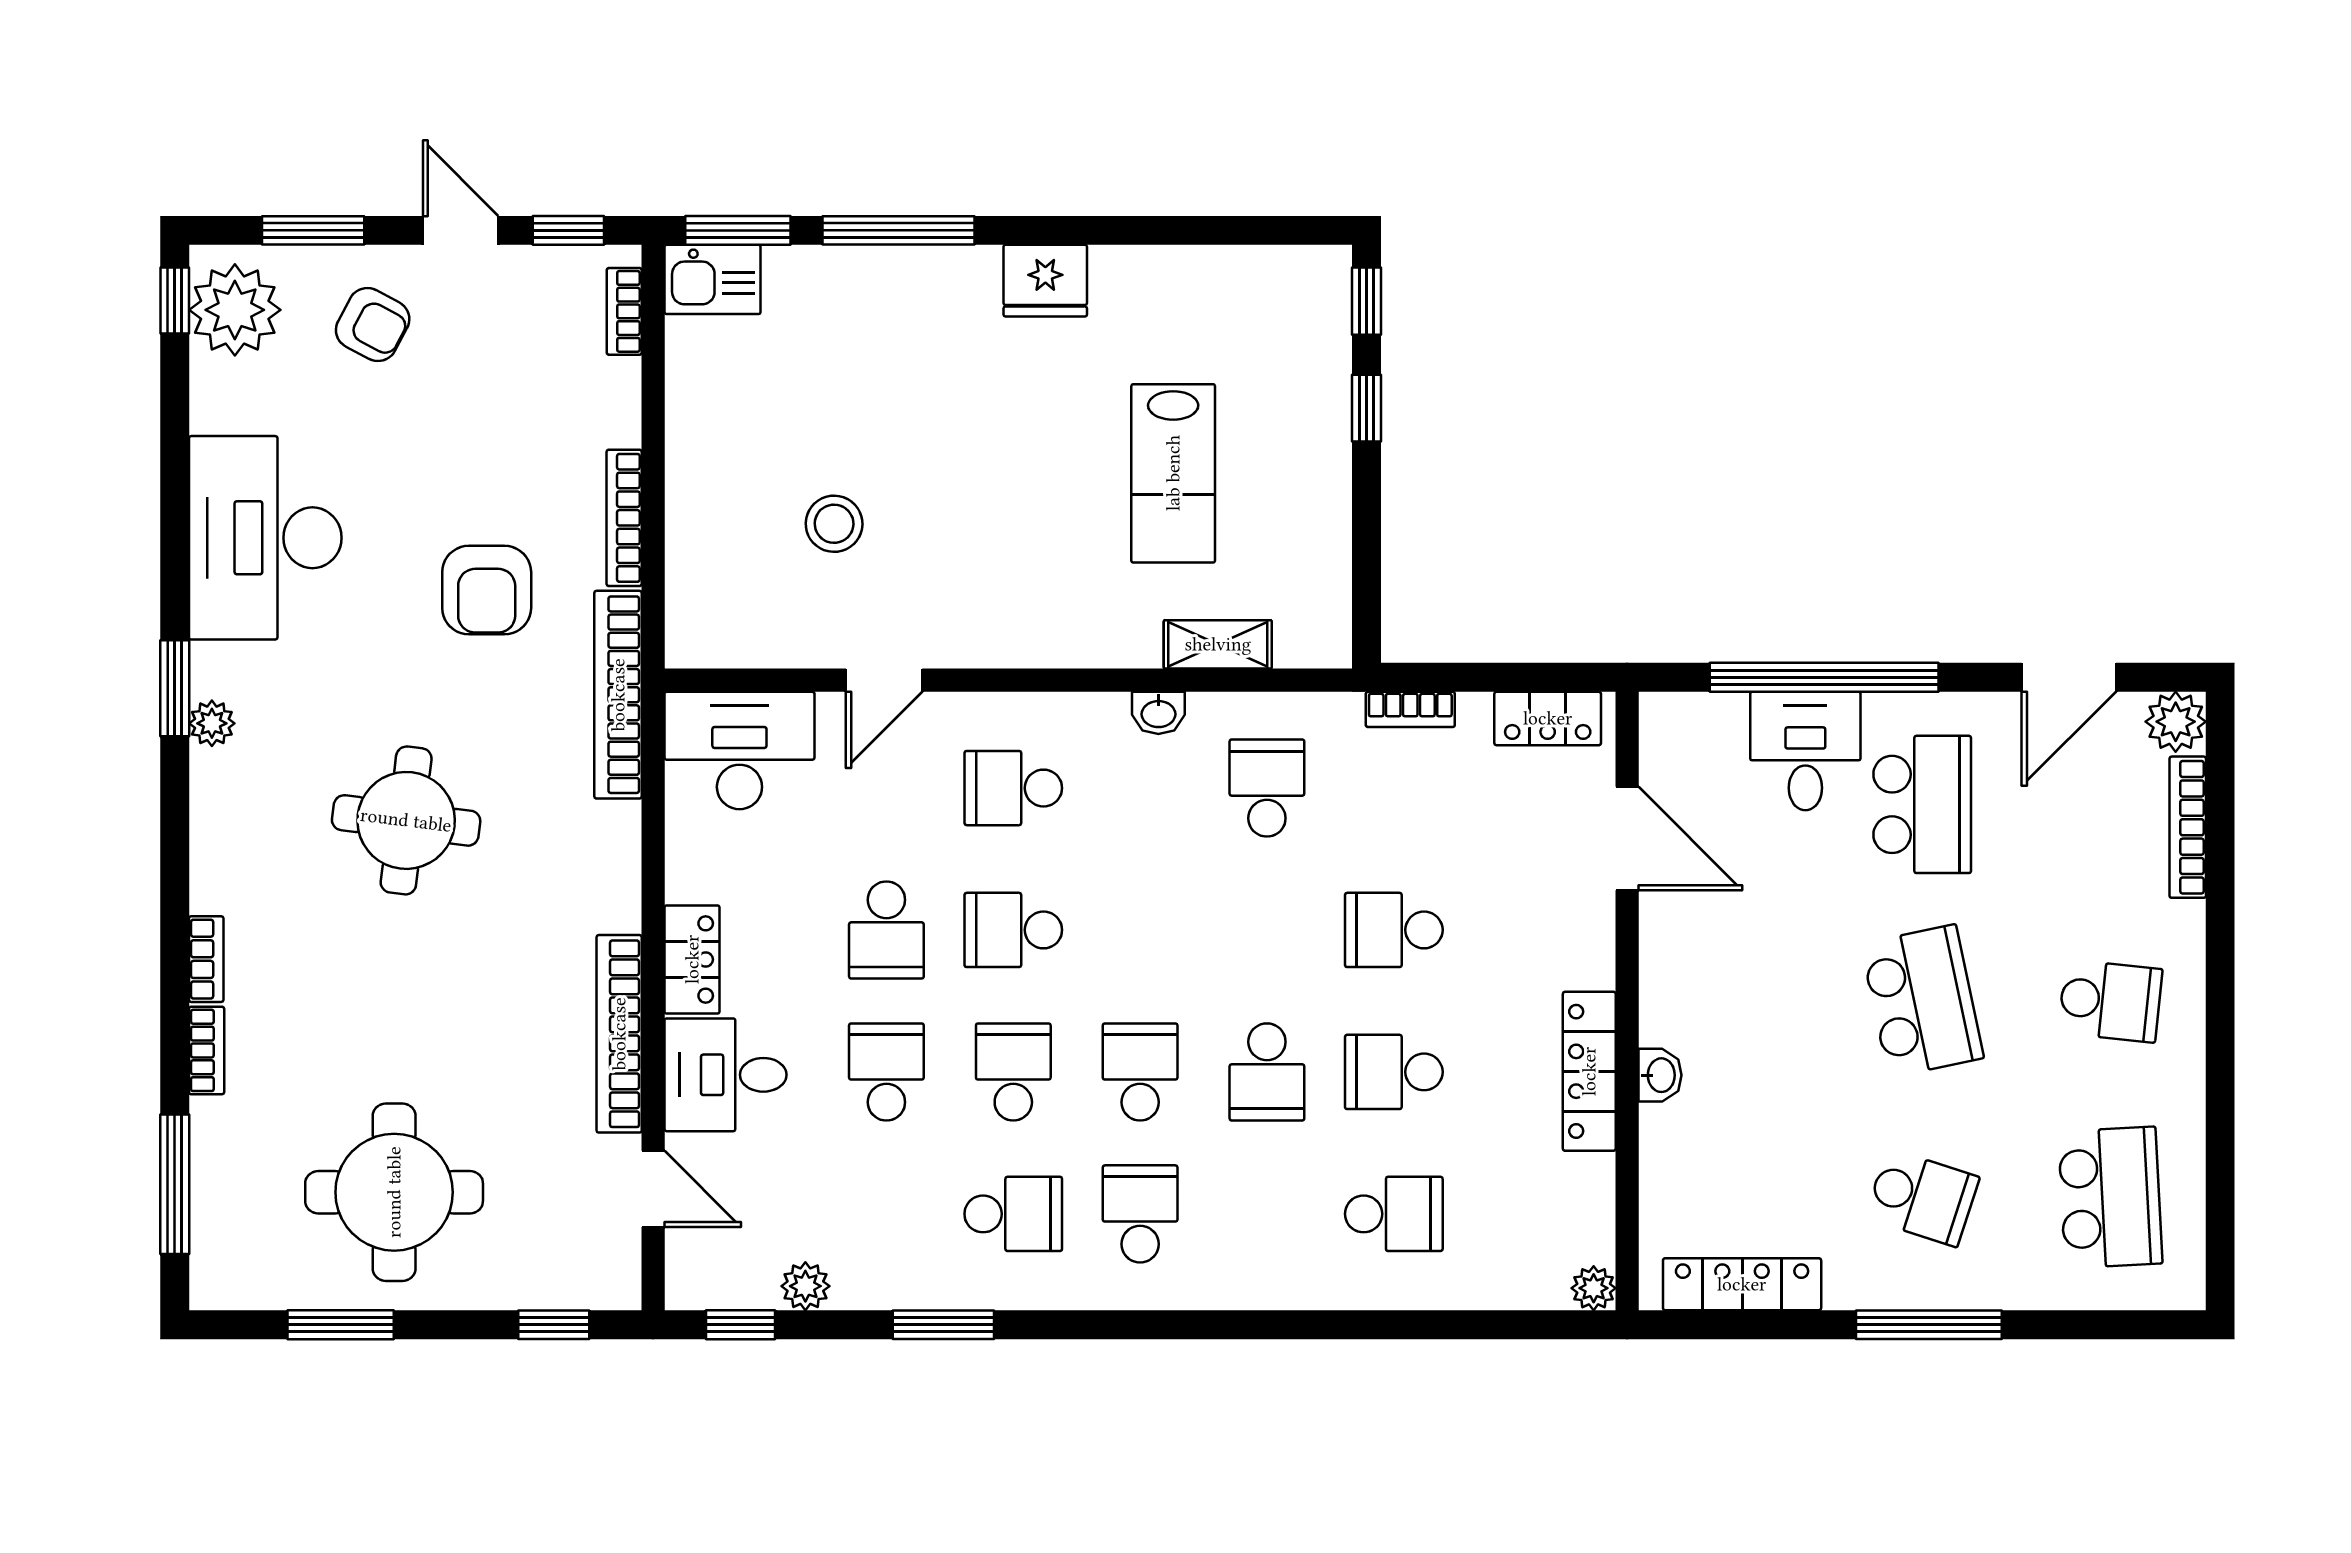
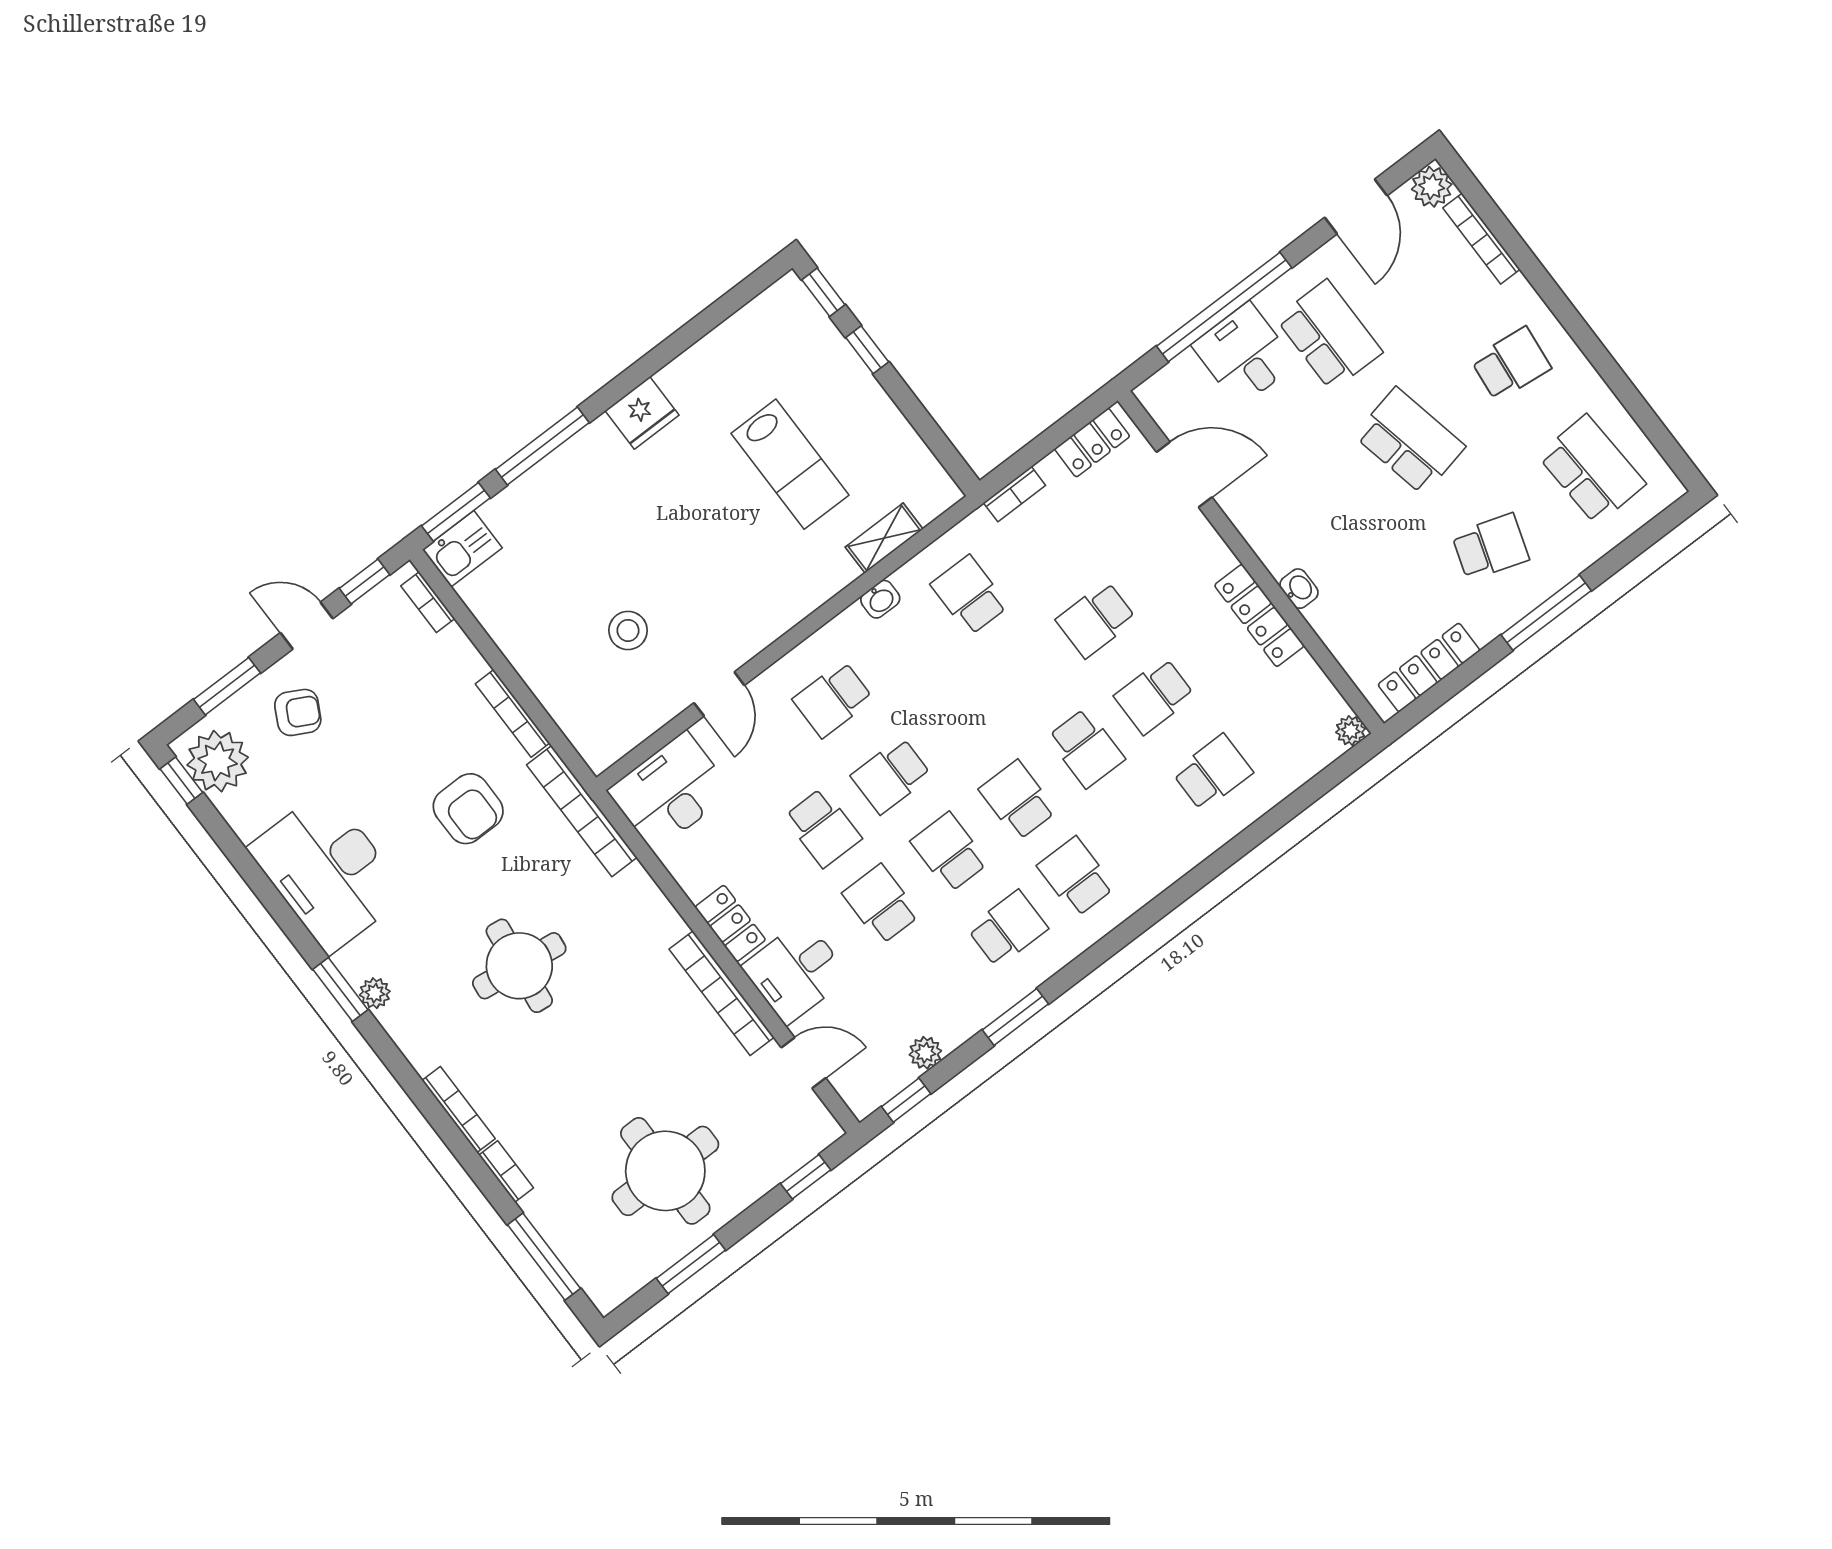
bookcase: (206, 959) -> (459, 1109), width x1.56

